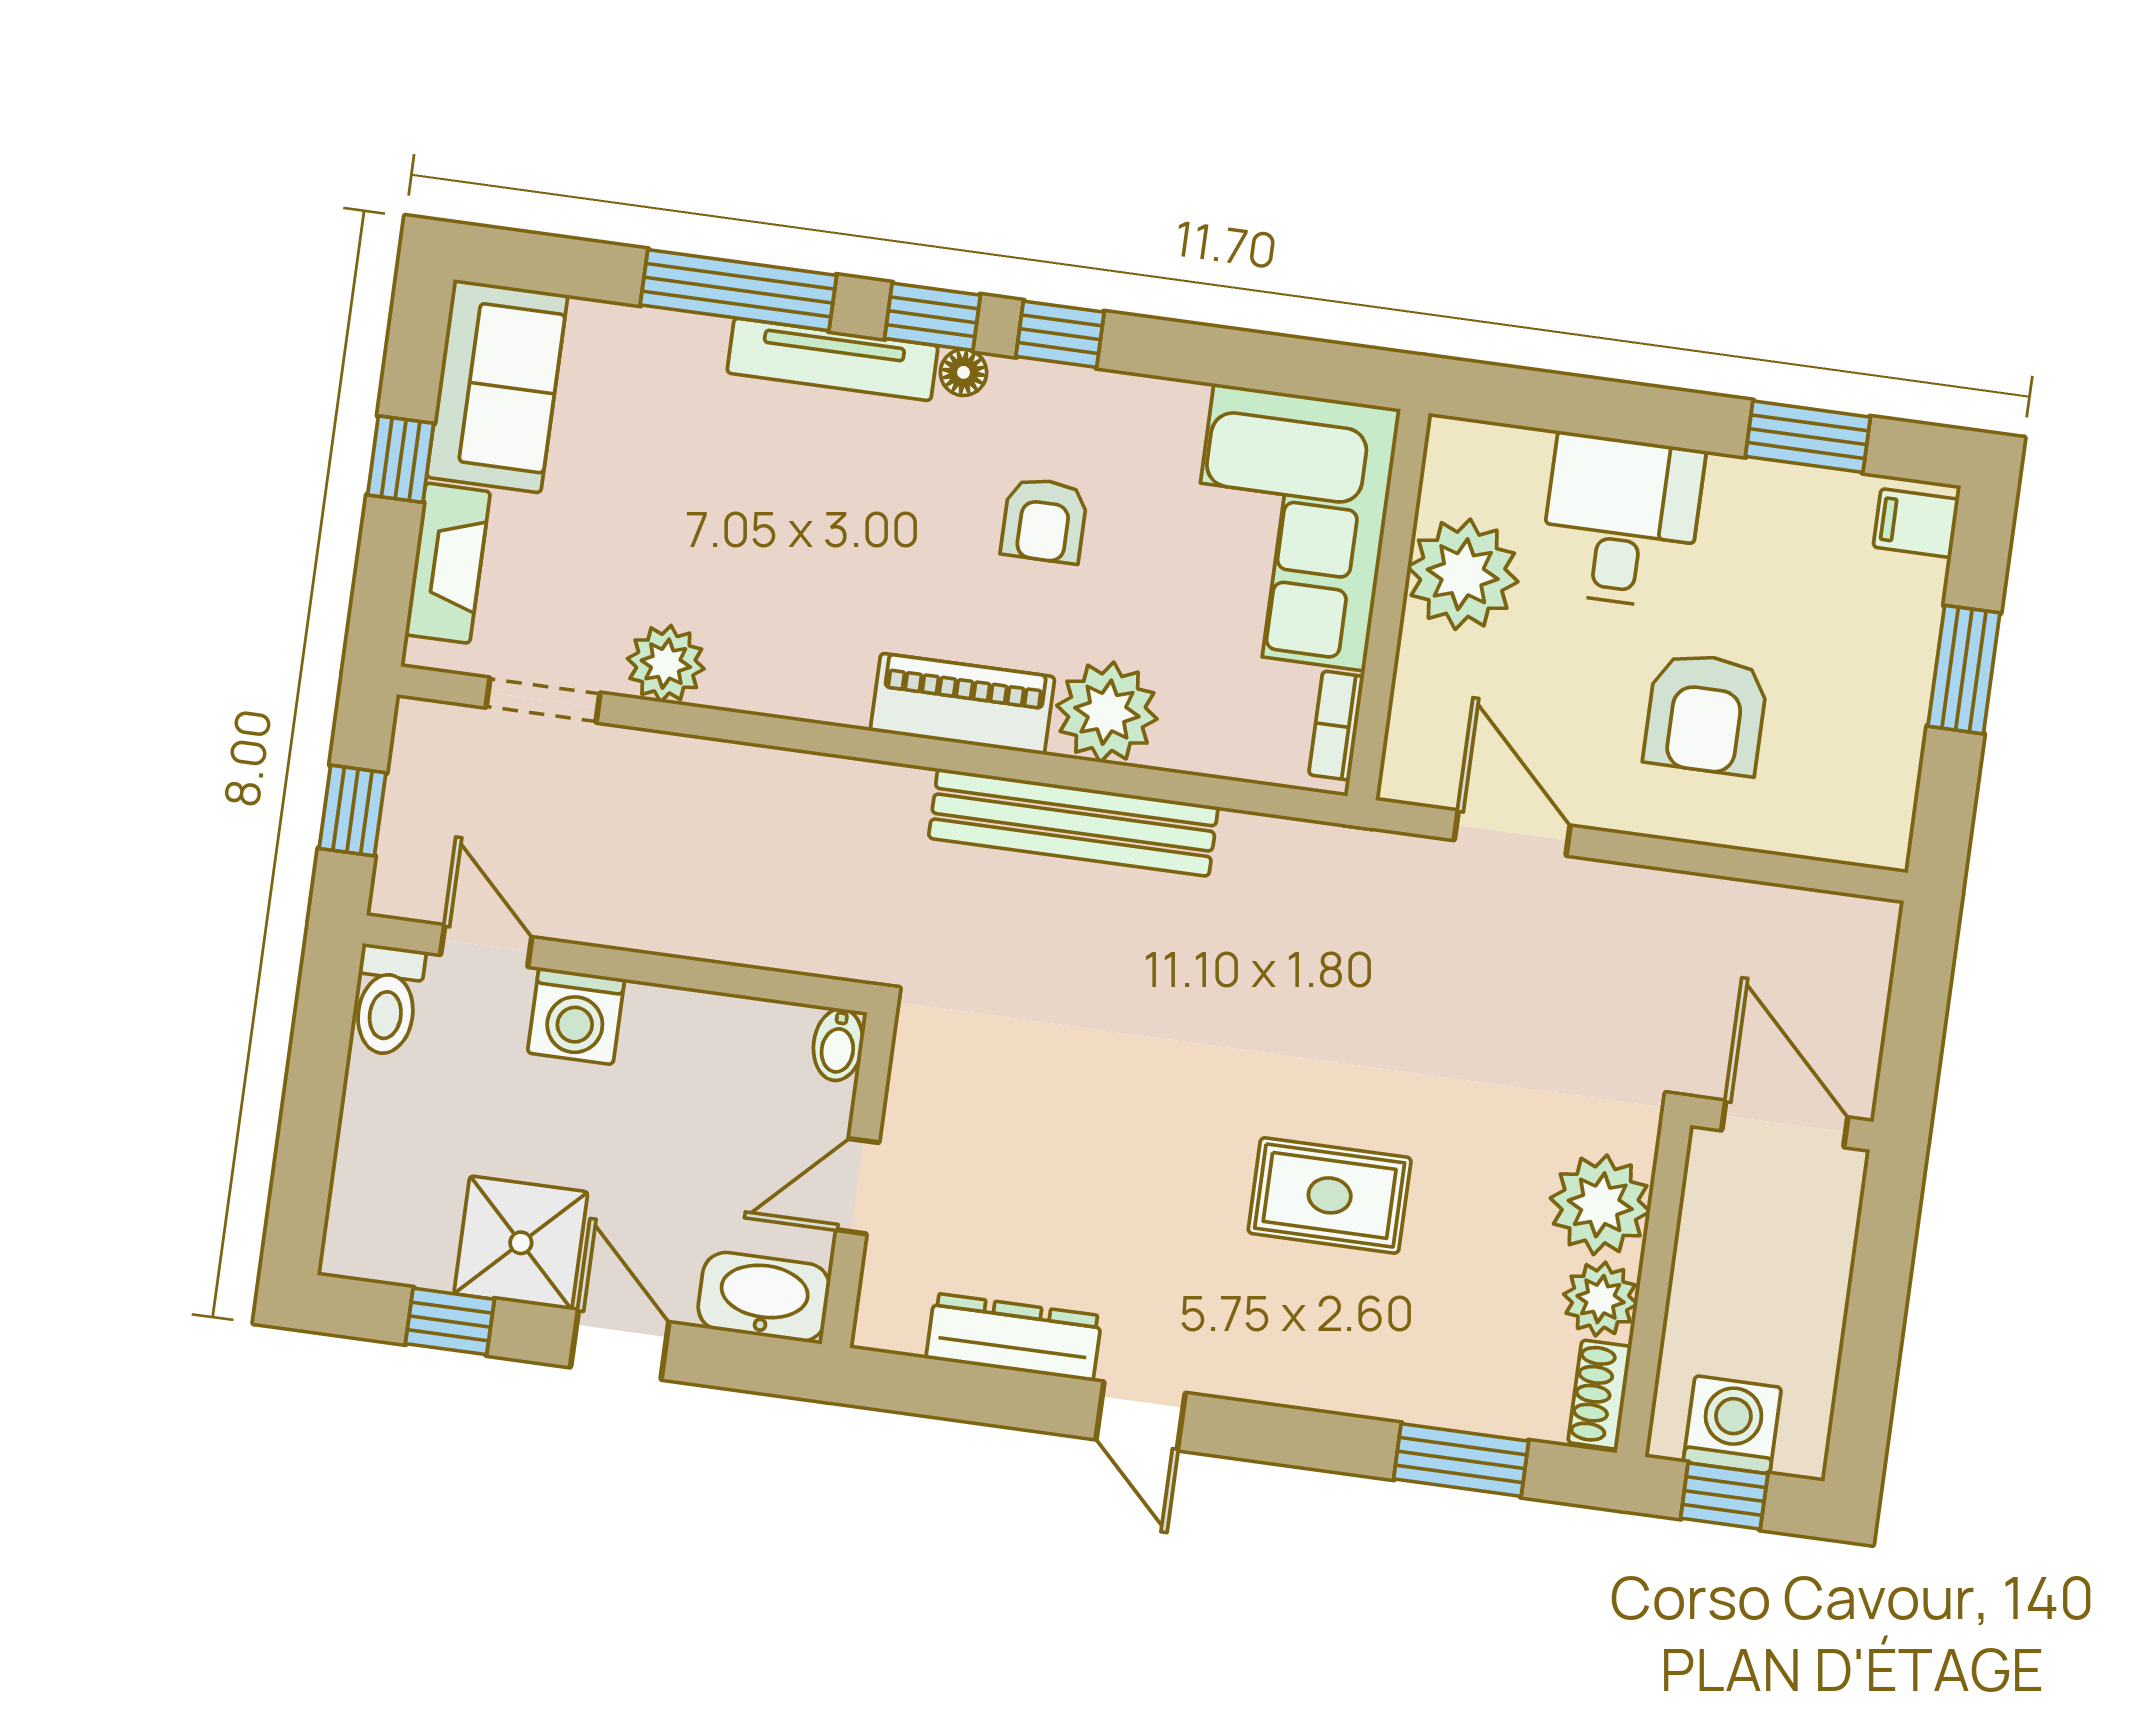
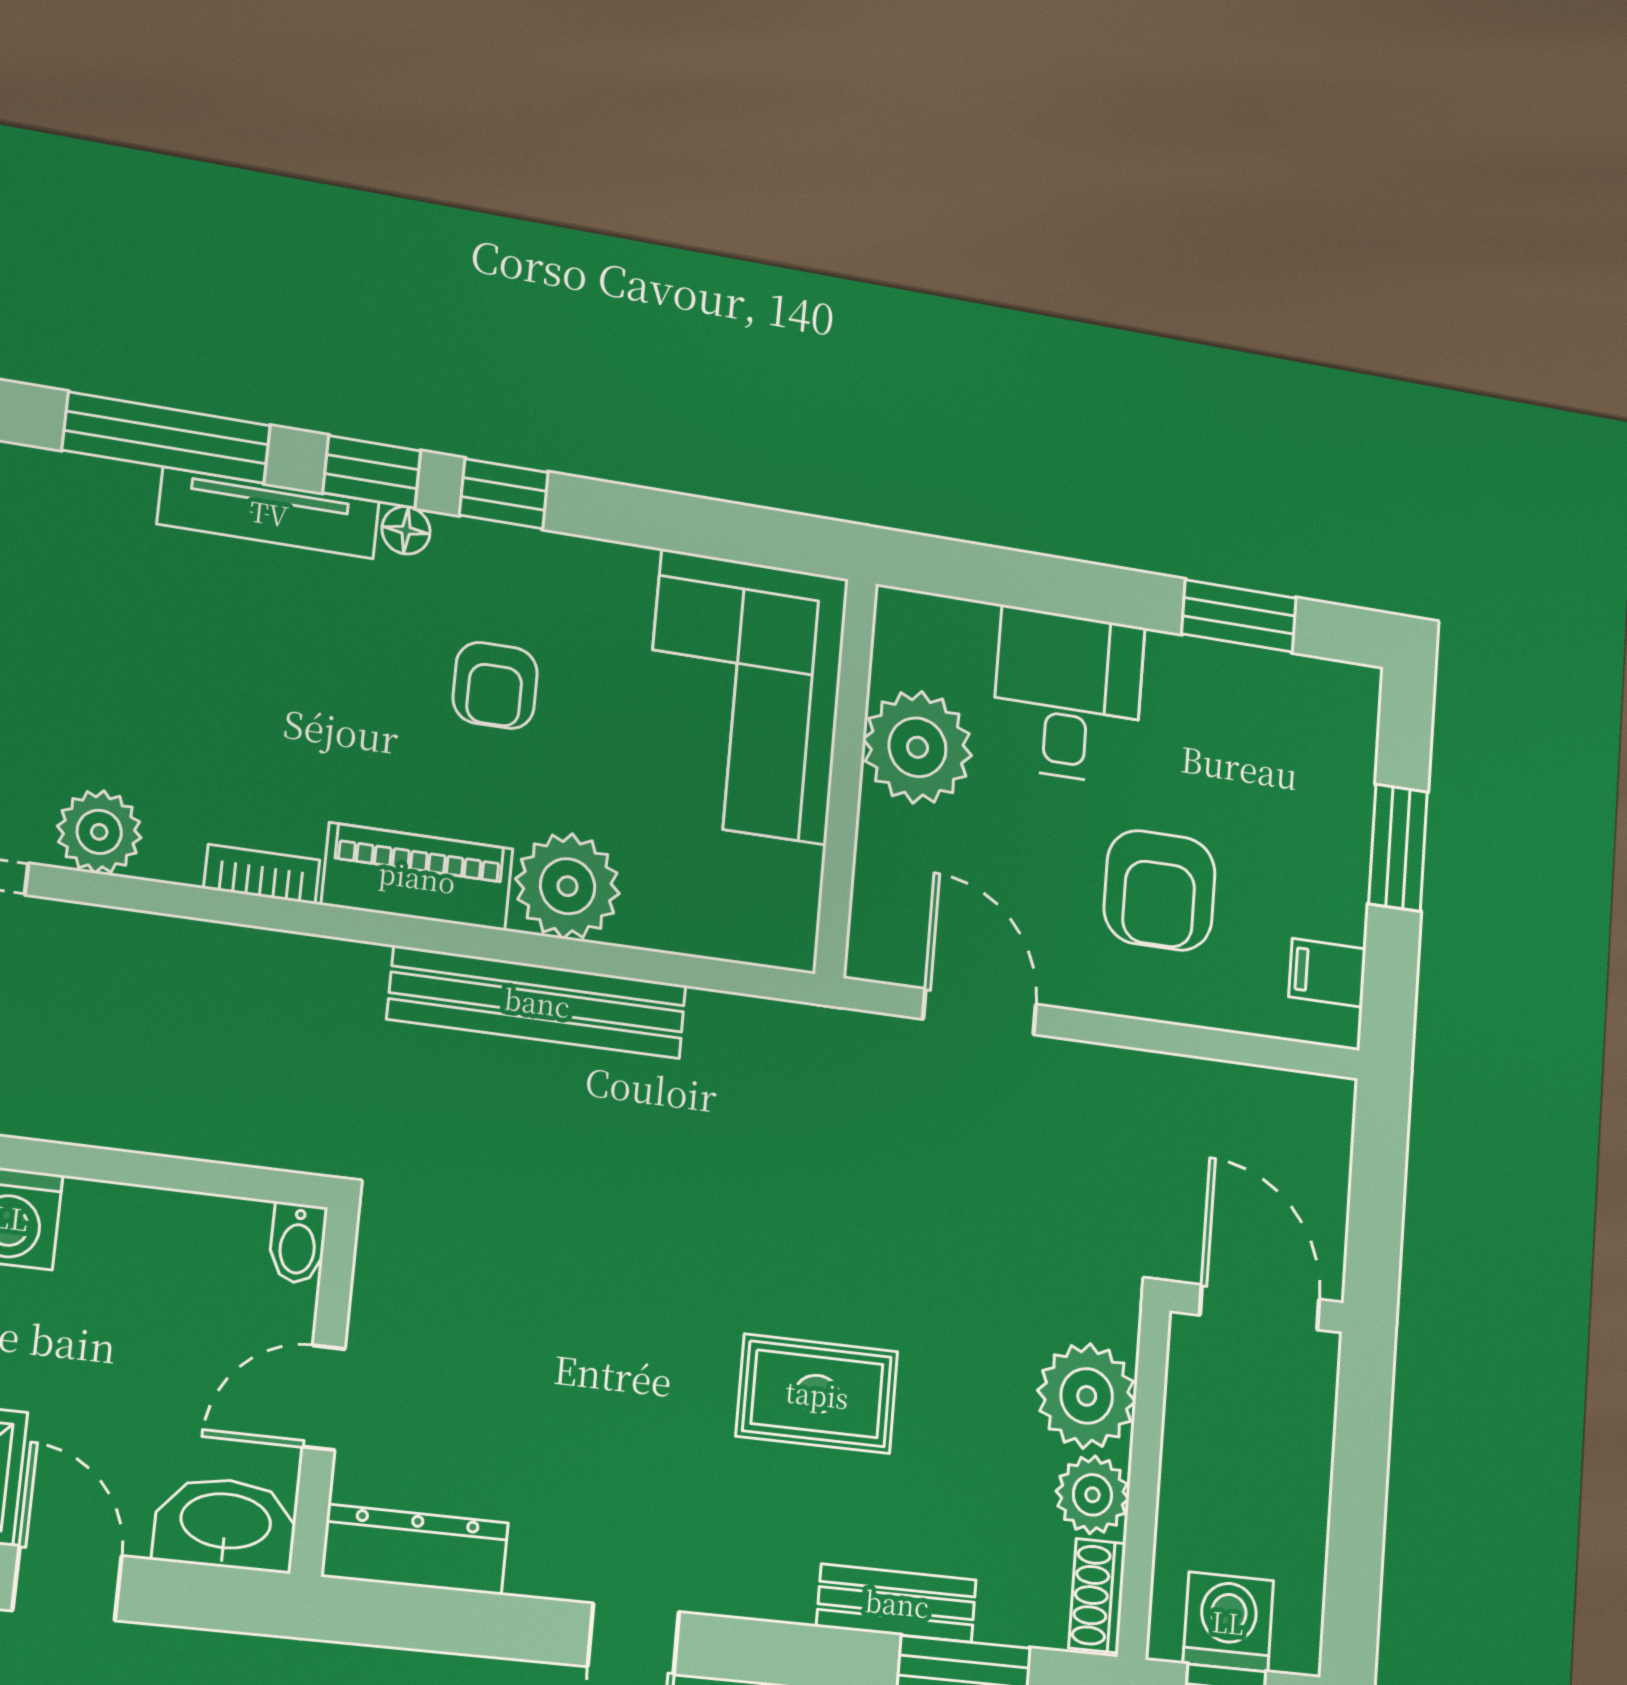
filing cabinet: (1916, 523) -> (1327, 973), moved
bookcase: (1336, 726) -> (262, 874), moved, turned 90
dresser: (1014, 1337) -> (415, 1550), moved
bench: (1398, 1394) -> (897, 1603), added

